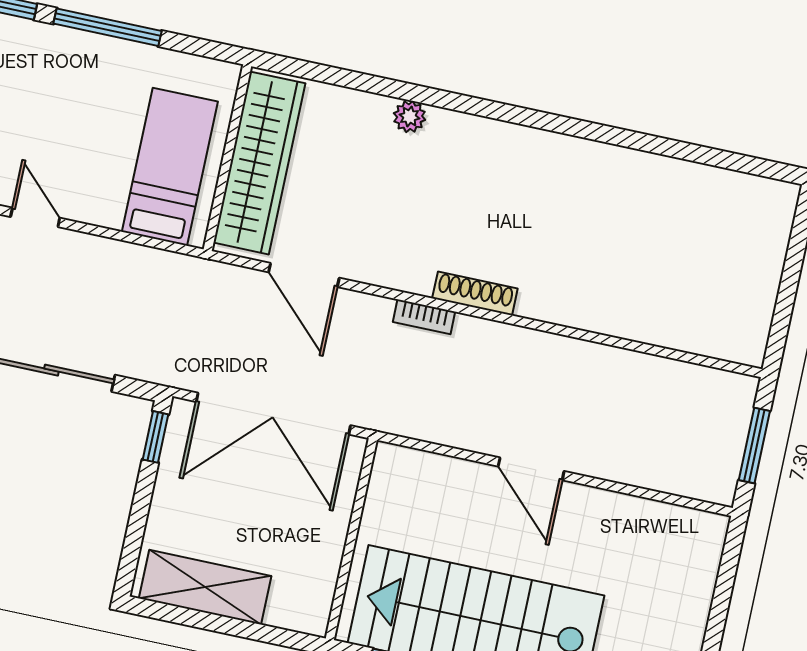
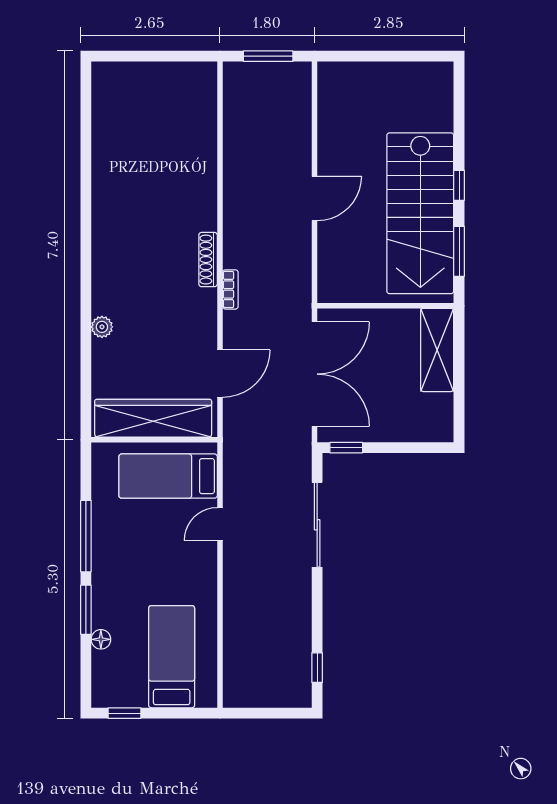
door: (35, 217) -> (220, 524), moved
shelving: (205, 587) -> (437, 350), moved

